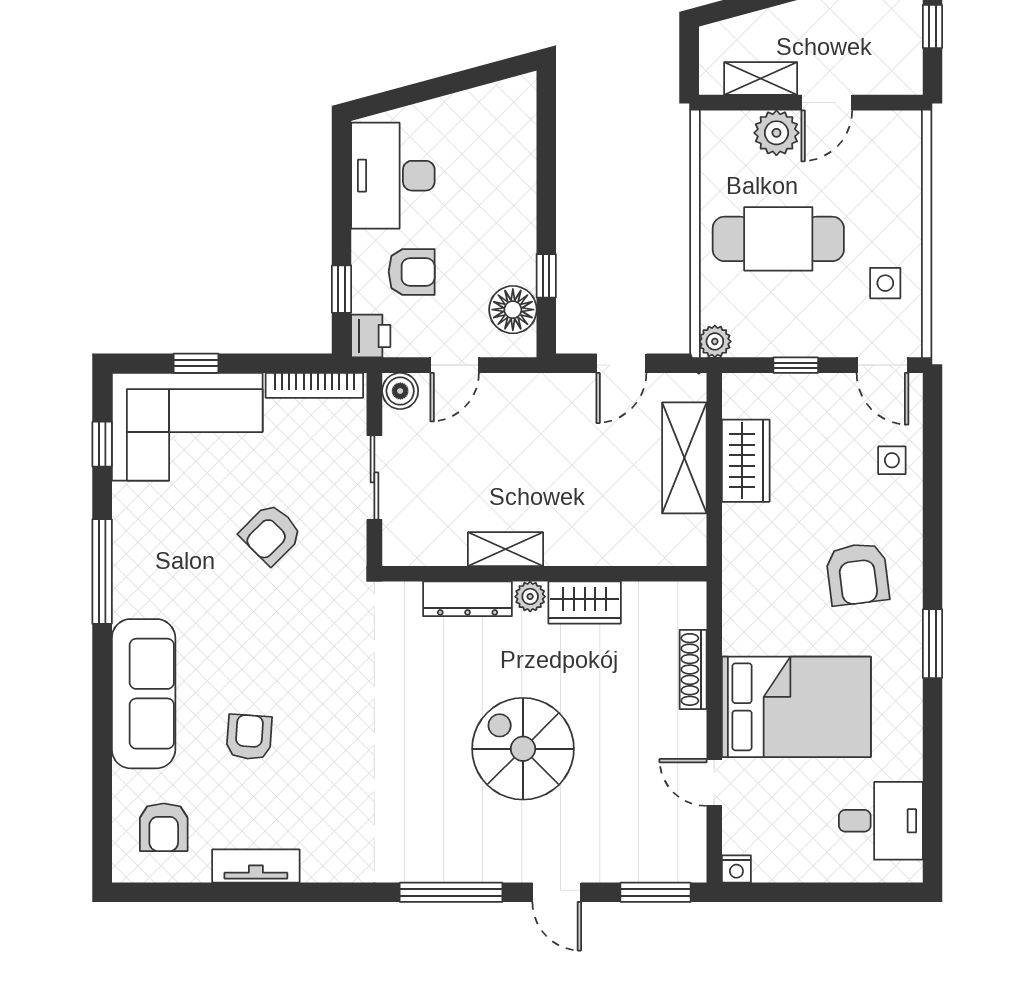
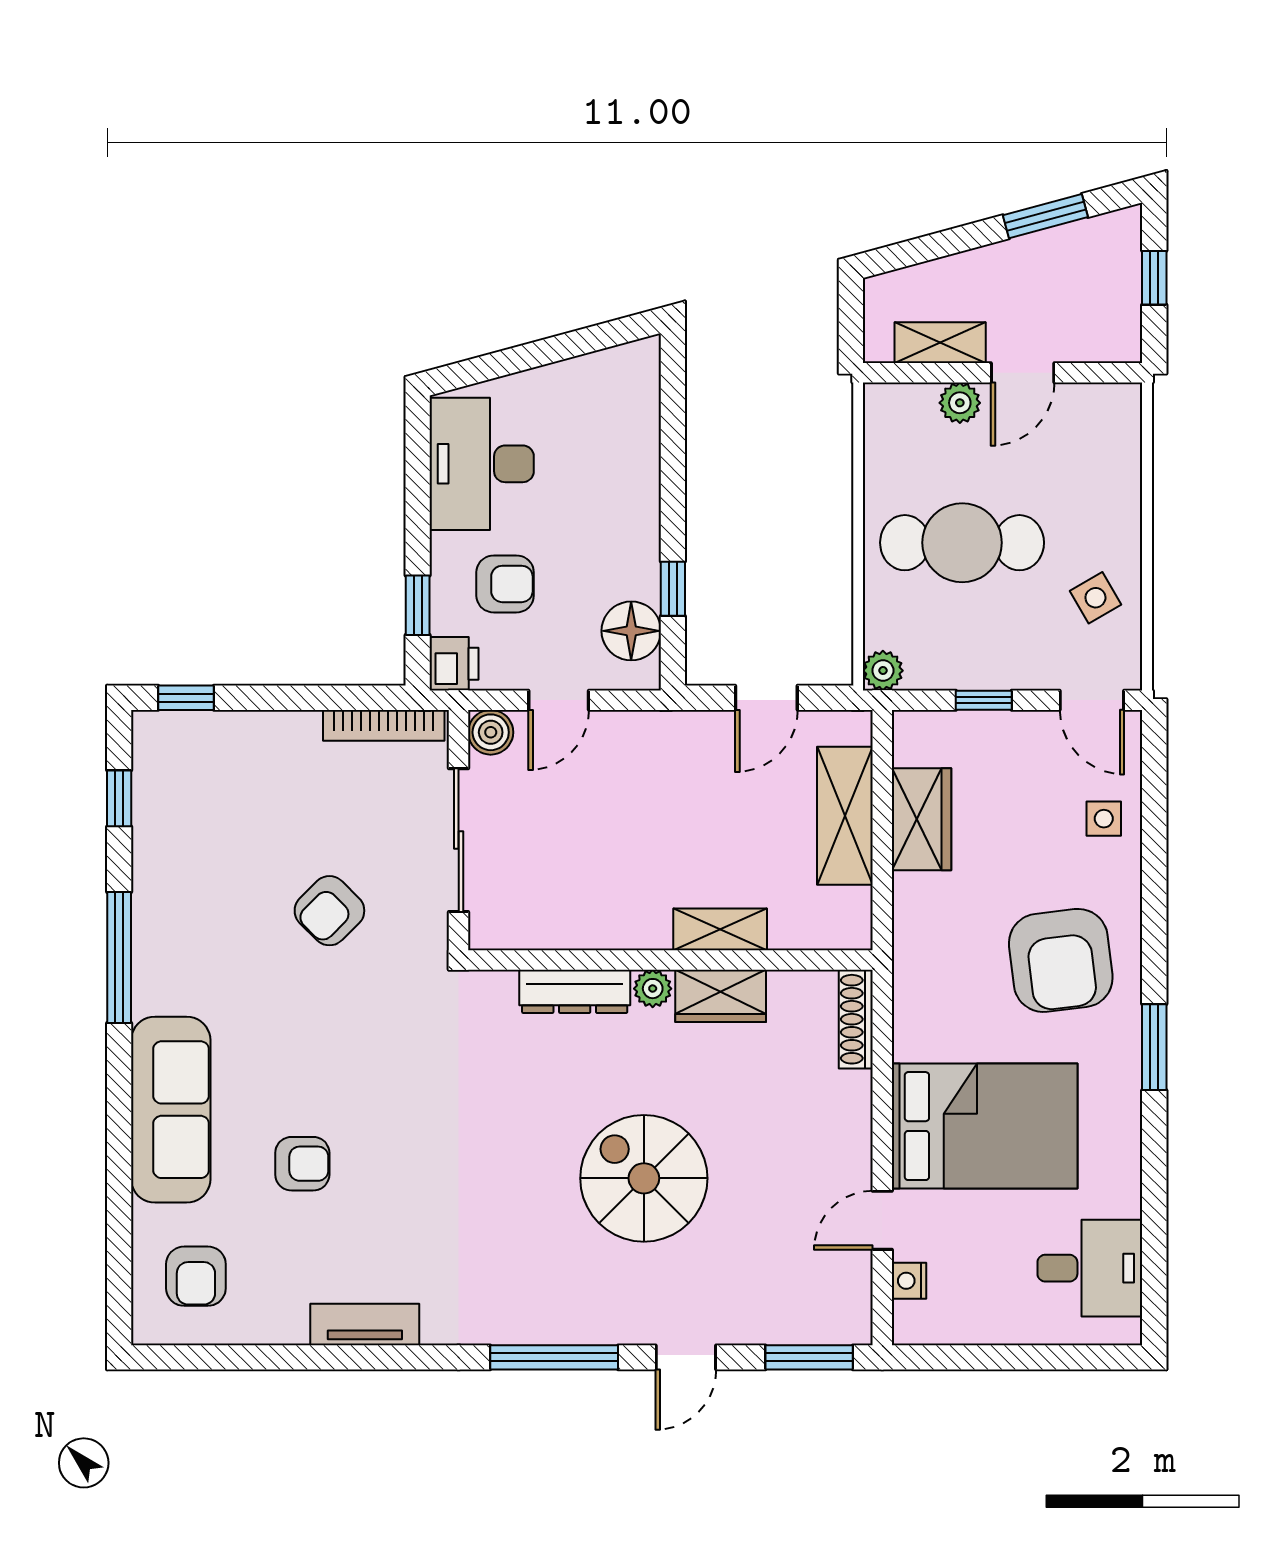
plant: (776, 133) -> (960, 403), width x0.73, depth x0.73
side table: (885, 283) -> (1095, 598), turned -30
window: (196, 363) -> (186, 698), moved
corner sofa: (187, 427) -> (225, 777), removed
sliding door: (374, 477) -> (459, 840), width x1.37
shelving: (505, 549) -> (720, 929), moved
armchair: (857, 574) -> (1061, 960), width x1.36, depth x1.36
shoe rack: (693, 669) -> (856, 1019), moved
armchair: (249, 737) -> (302, 1164), turned 86
door: (714, 782) -> (882, 1220), hinge flipped
tv unit: (256, 866) -> (365, 1324), moved
nightstand: (736, 869) -> (909, 1281), moved, turned 90
door: (557, 892) -> (686, 1357), hinge flipped

